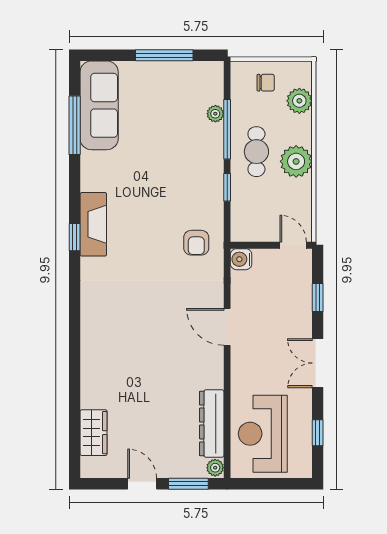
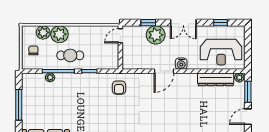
plant: (296, 161) -> (59, 34), moved
armchair: (196, 243) -> (119, 88), turned 90
water cooler: (241, 259) -> (181, 64), moved
plant: (295, 311) -> (156, 35), added

